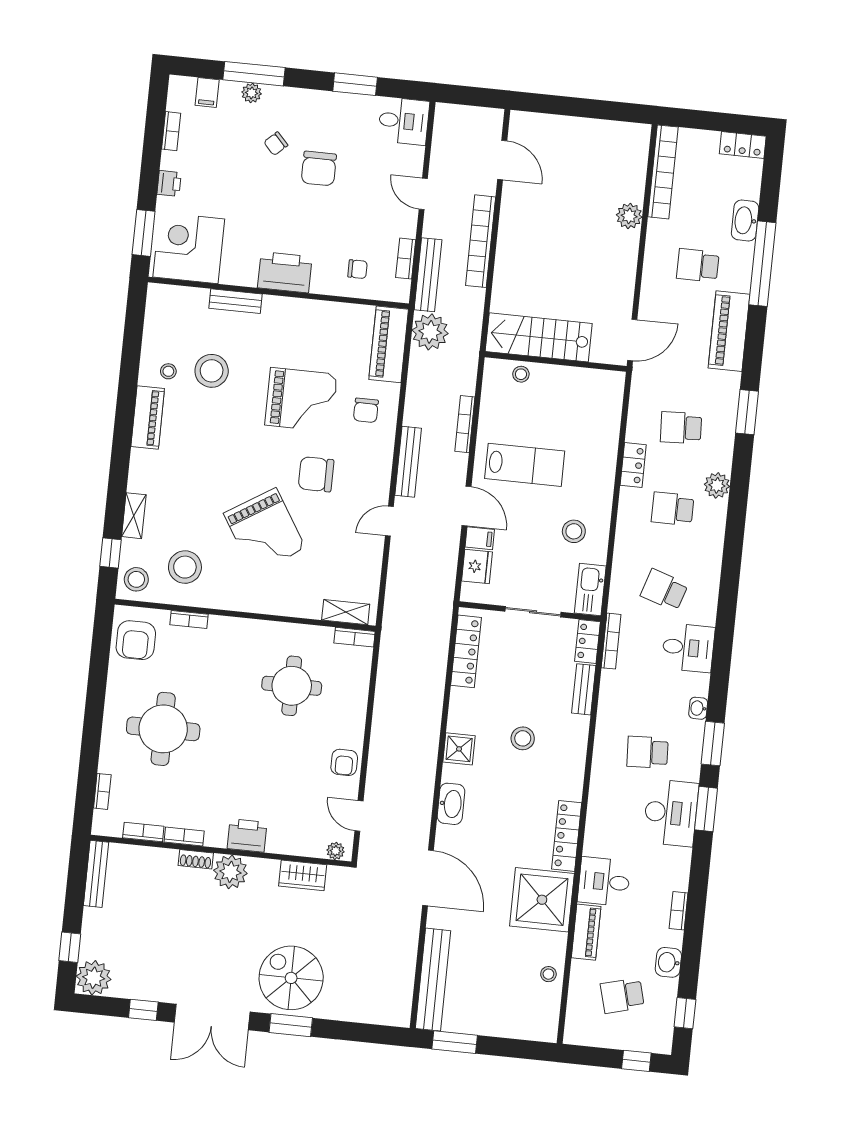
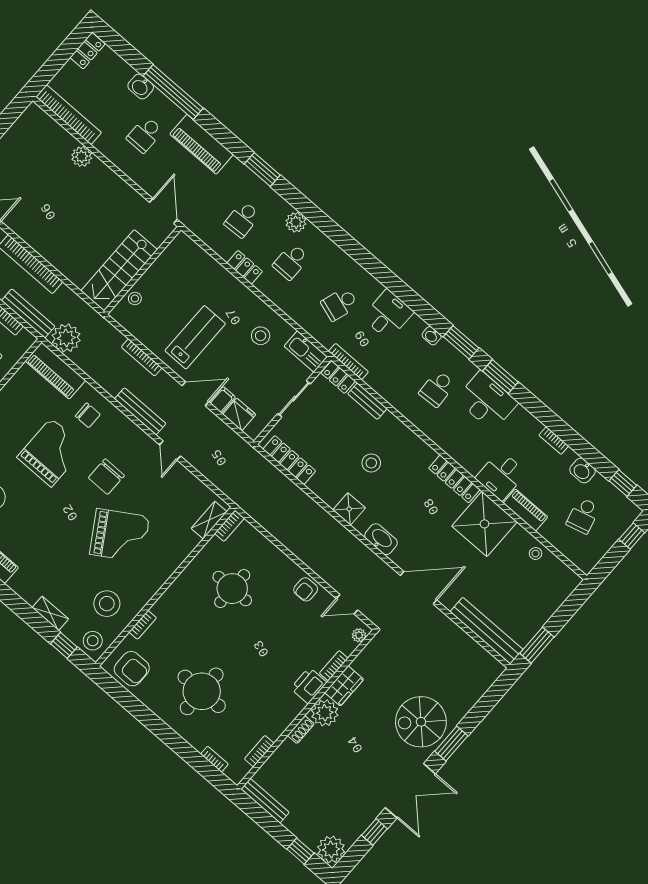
washbasin: (745, 220) -> (141, 86), width x0.72
armchair: (344, 762) -> (306, 589), turned 90
bookcase: (184, 836) -> (334, 666), moved
wardrobe: (303, 875) -> (344, 686), moved

